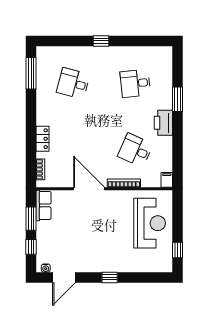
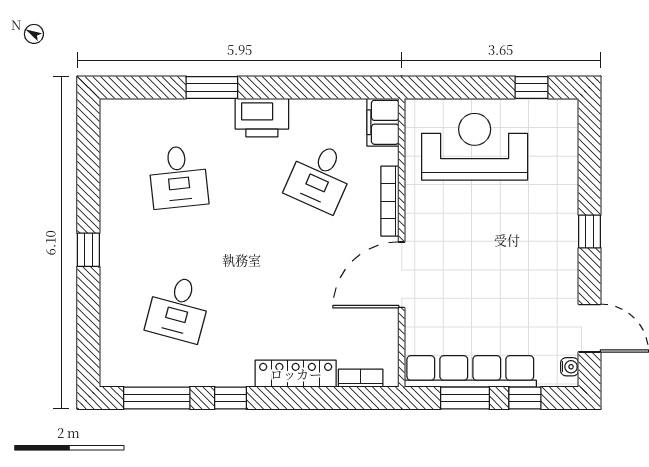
window: (31, 108) -> (231, 398), added
locker: (43, 139) -> (296, 374), width x1.53
filing cabinet: (167, 180) -> (383, 122), width x2.00
row of seats: (44, 205) -> (470, 371), width x2.02

